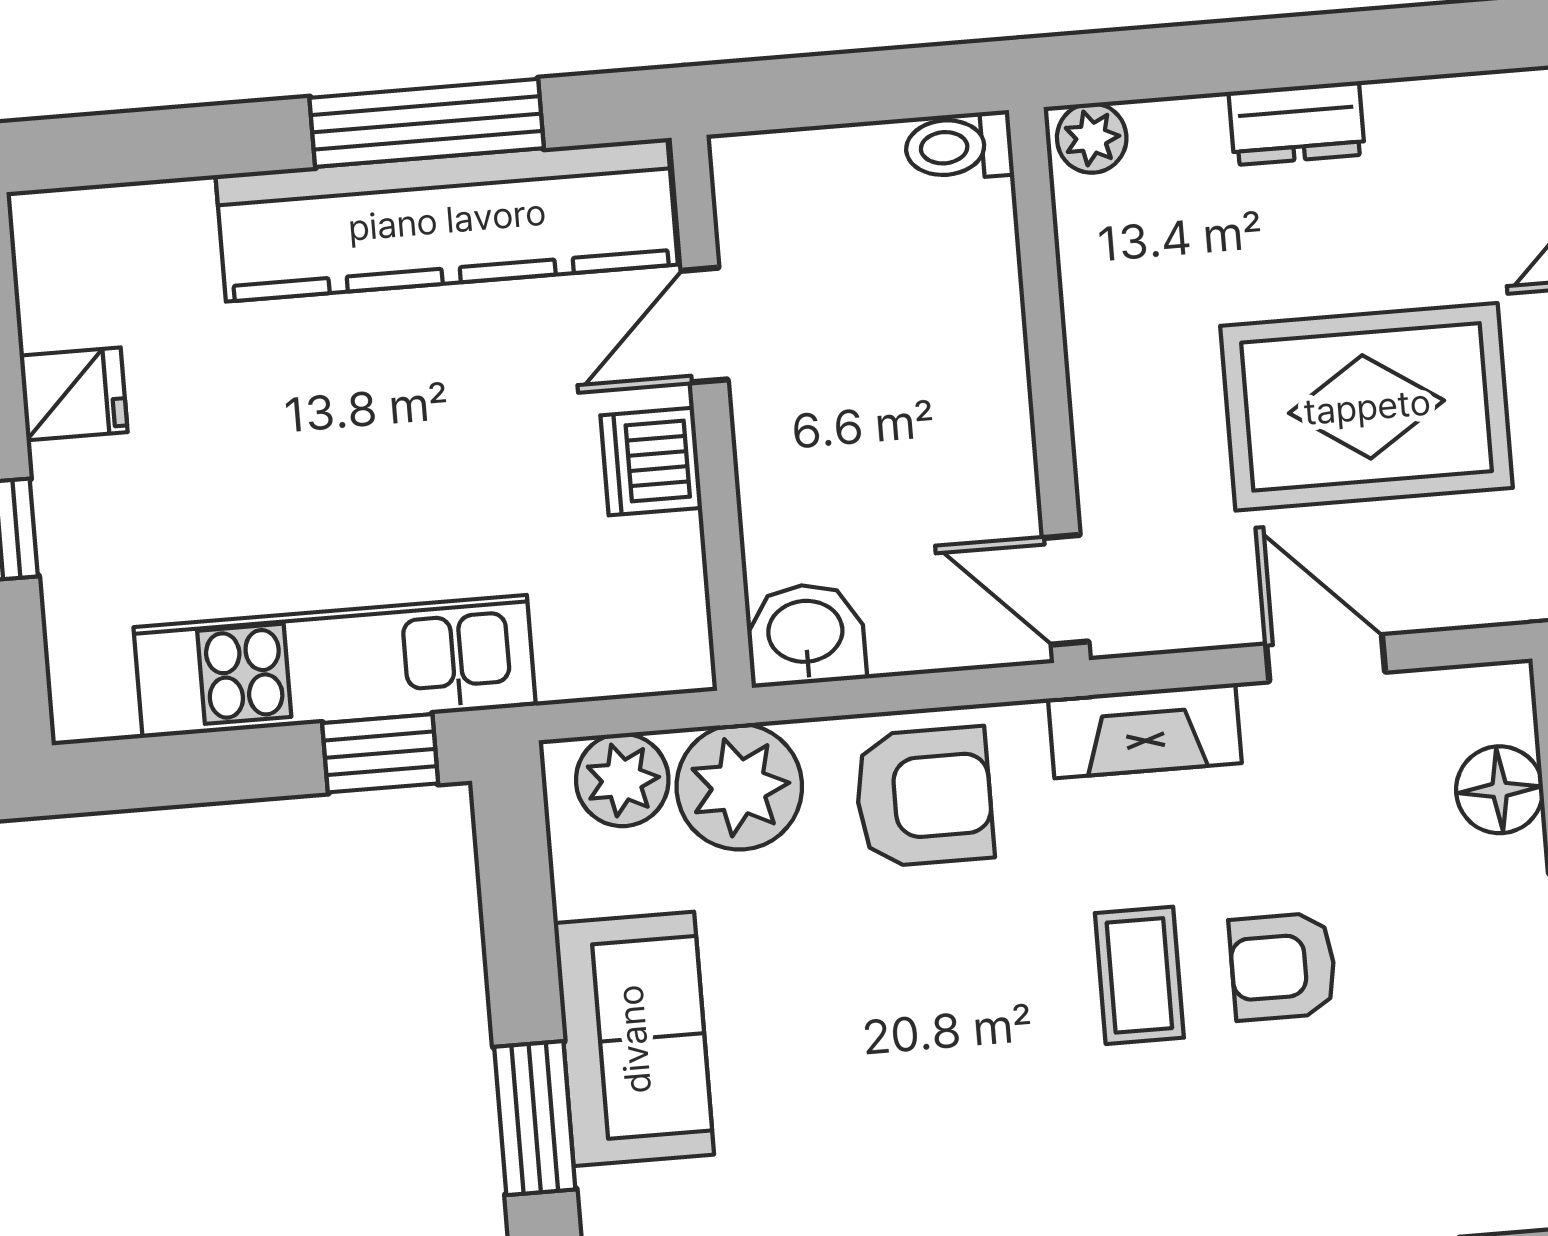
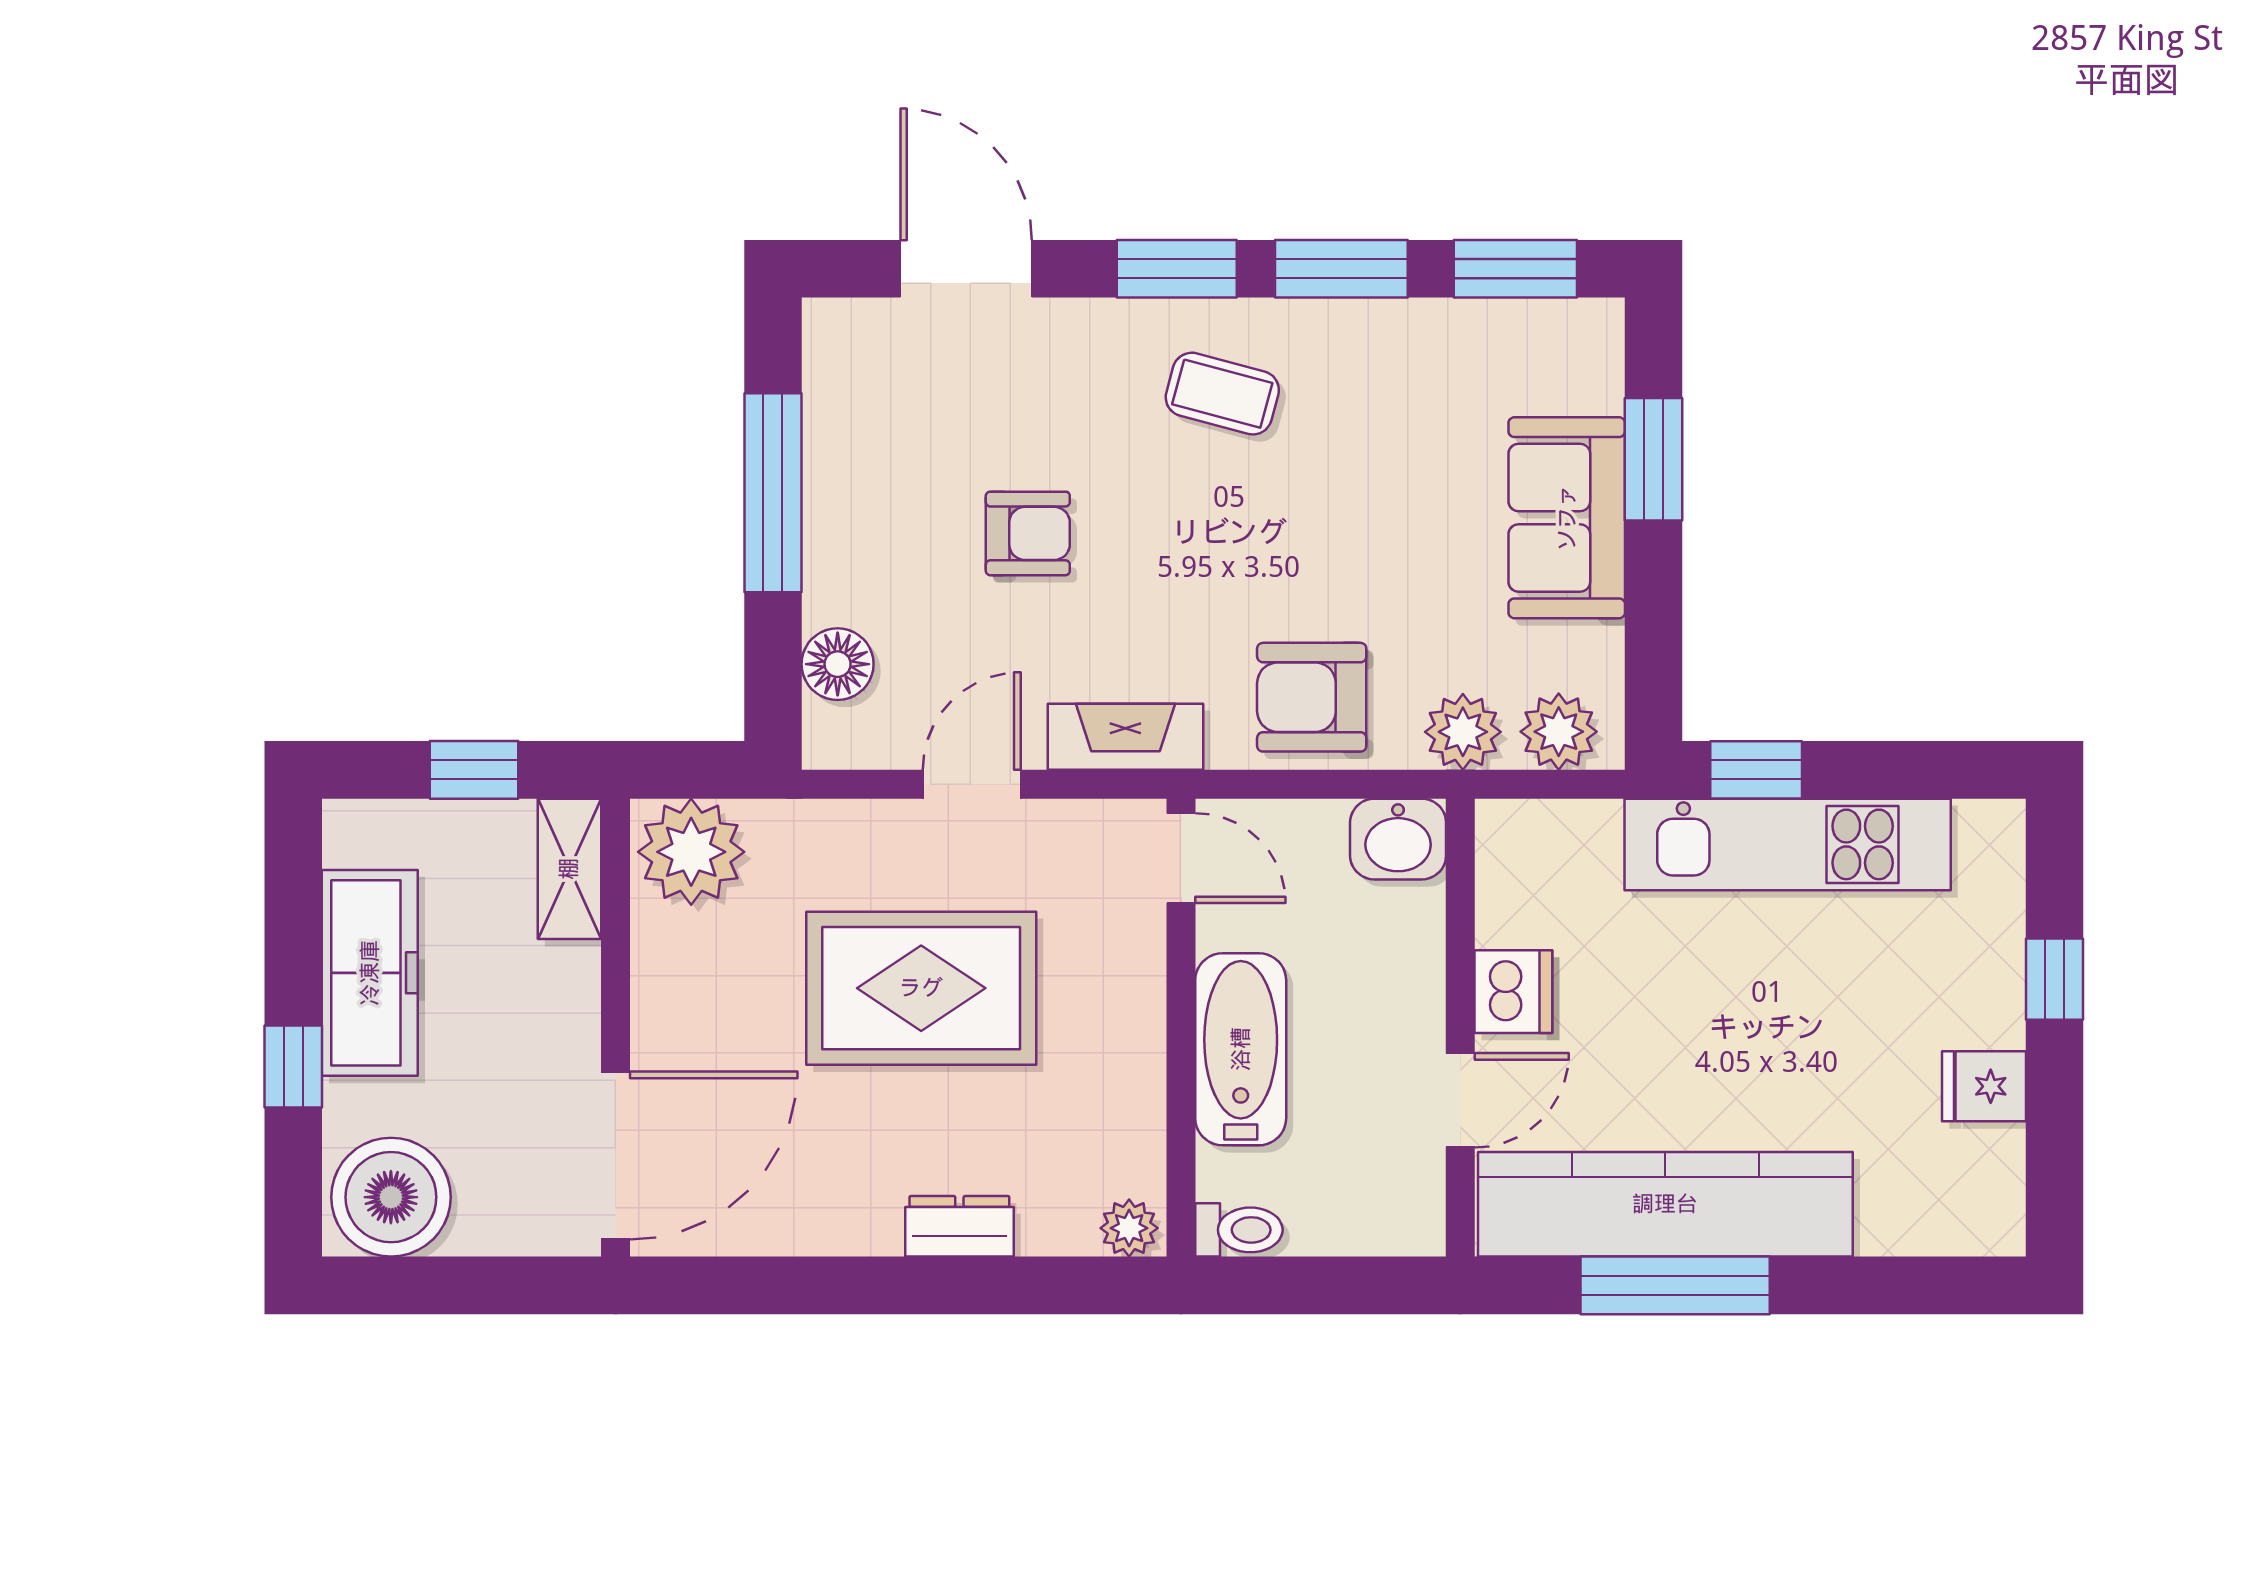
bathtub: (975, 365) -> (1241, 1049), added
door: (1326, 658) -> (972, 784), swing flipped
plant: (739, 787) -> (1463, 732), width x0.73, depth x0.73
coffee table: (1139, 975) -> (1222, 394), moved, turned -75

